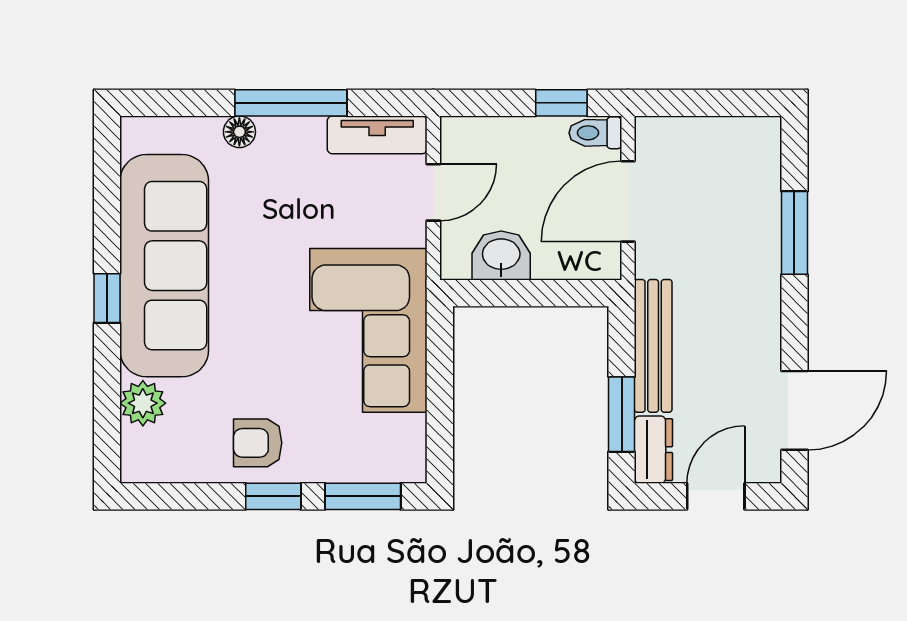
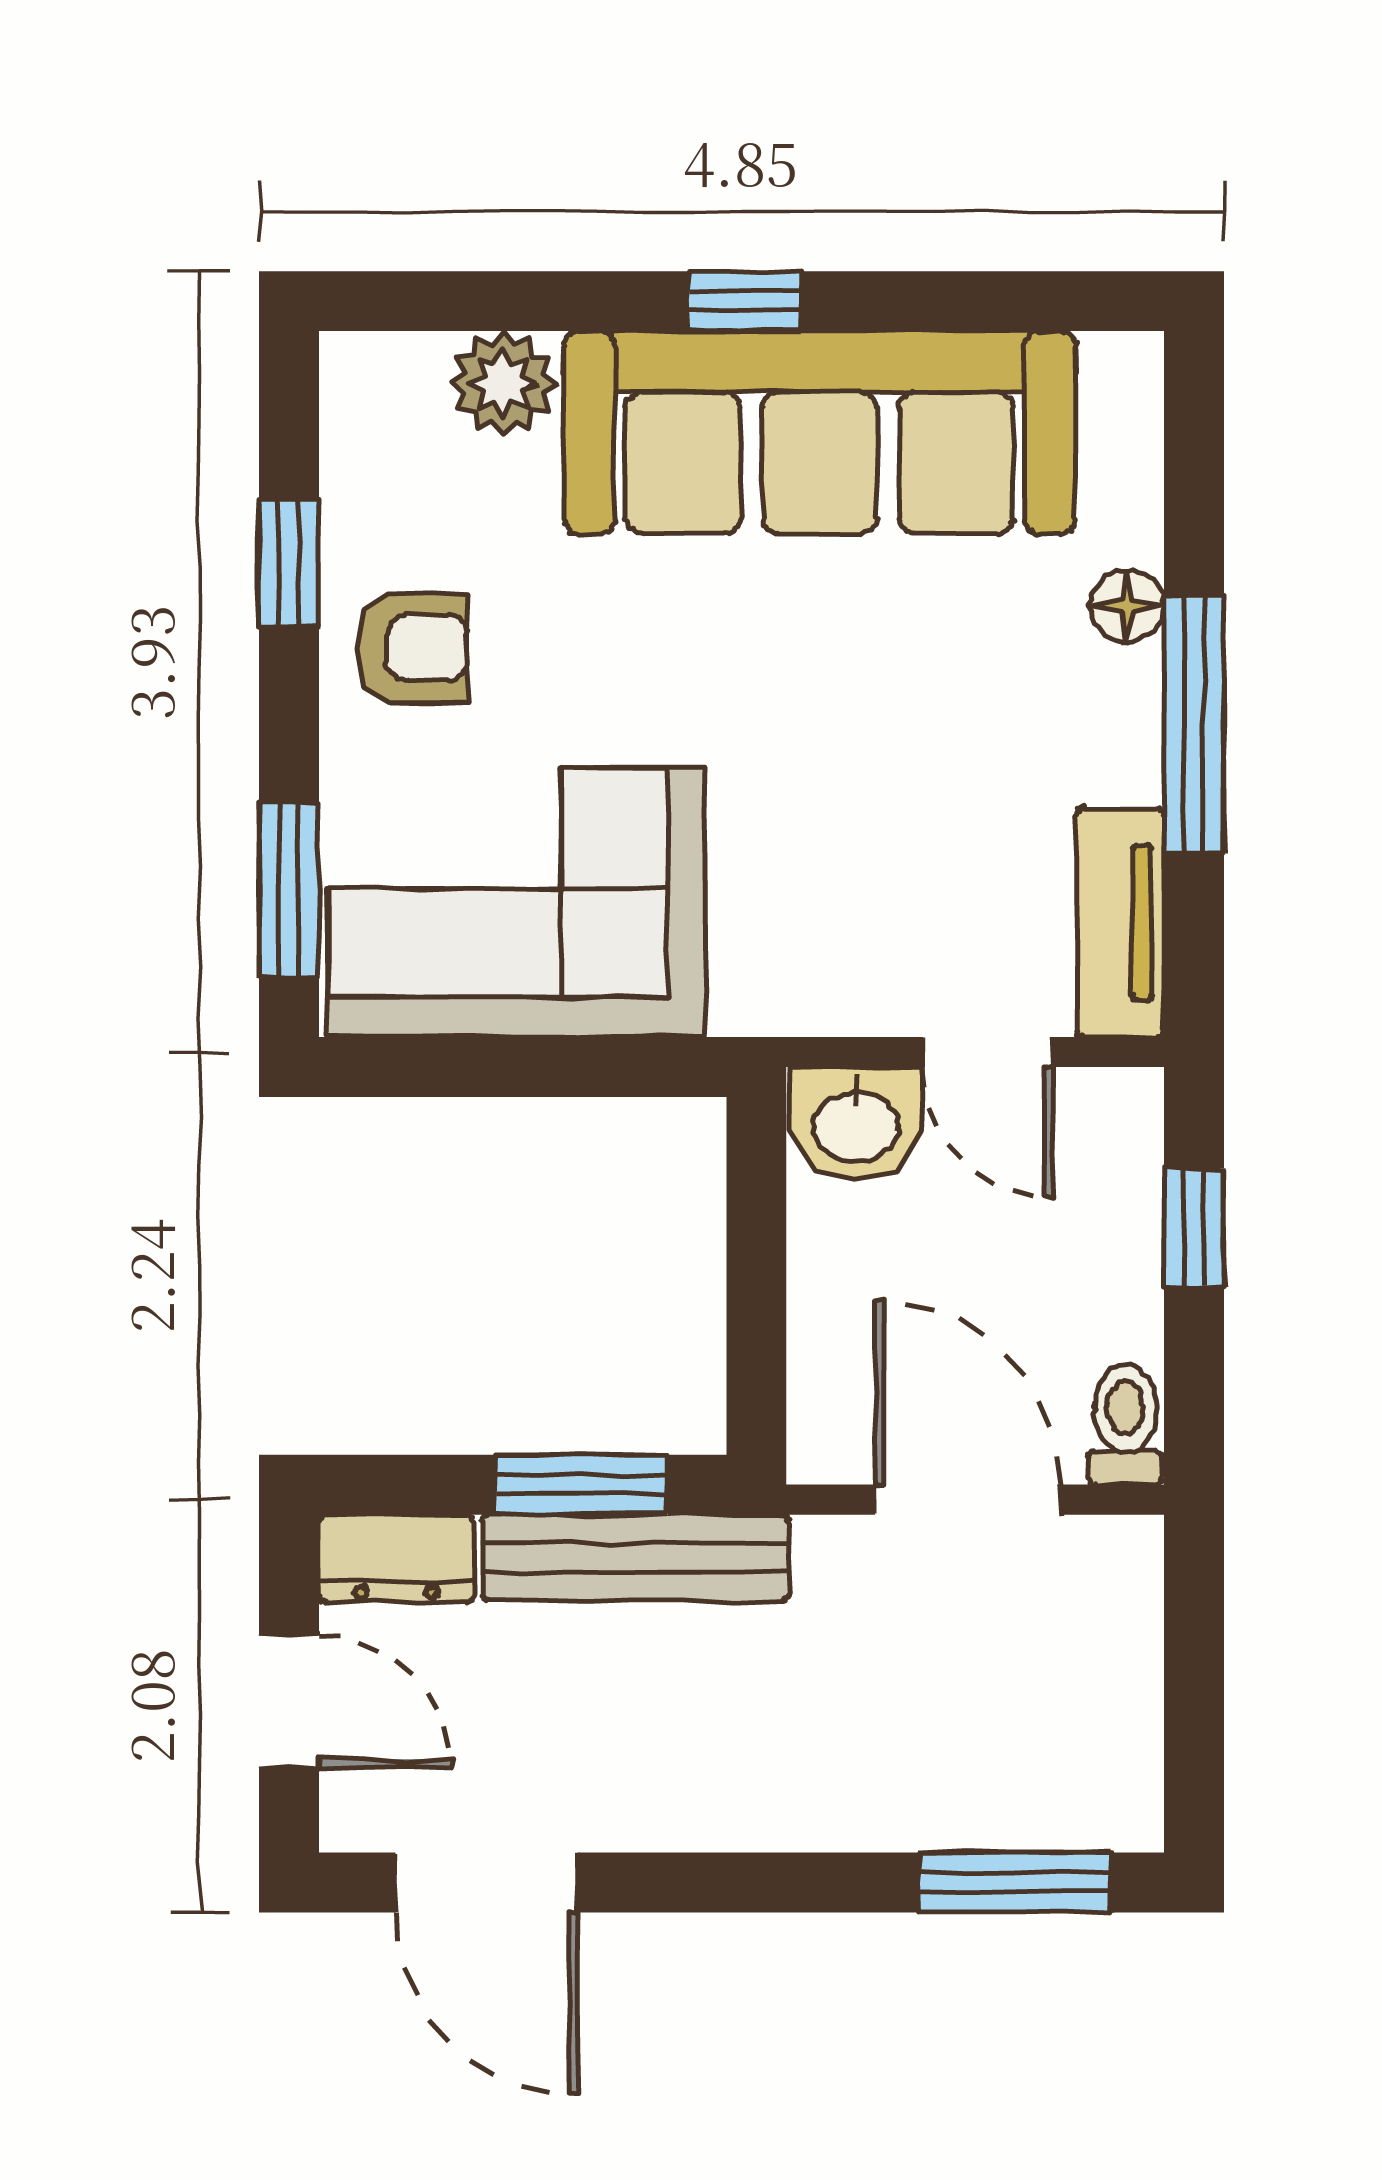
window: (561, 103) -> (1194, 1228), moved
window: (794, 233) -> (1015, 1883), moved
washbasin: (501, 256) -> (856, 1124), moved, turned 90
corner sofa: (368, 330) -> (517, 902), moved
window: (622, 414) -> (582, 1485), moved
armchair: (258, 443) -> (412, 648), turned 90
window: (273, 496) -> (289, 563), moved

